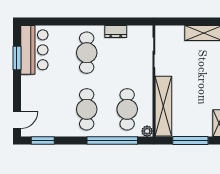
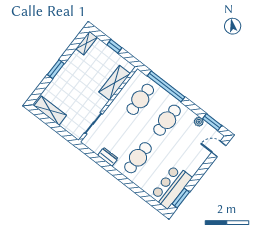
window: (17, 58) -> (181, 198), moved
shelving: (163, 106) -> (115, 83), width x0.68
plant: (147, 131) -> (199, 122), moved
window: (190, 140) -> (114, 46), width x0.46

